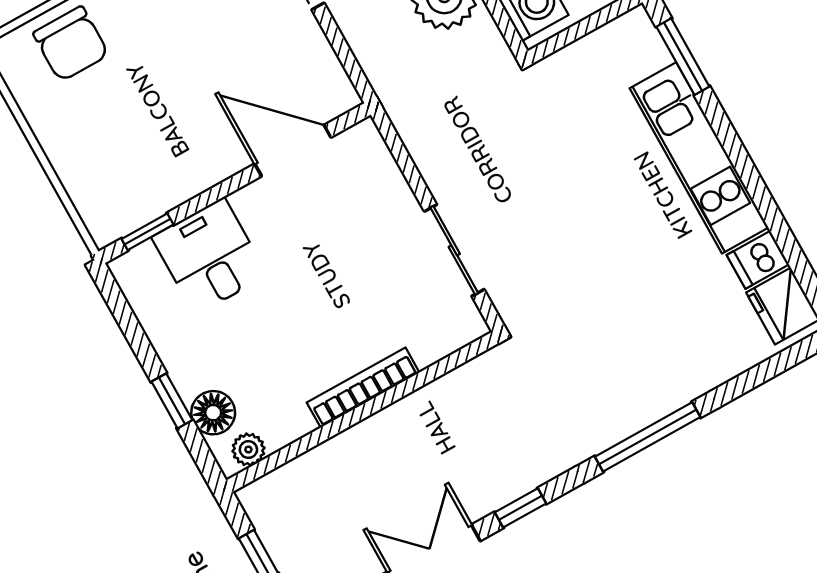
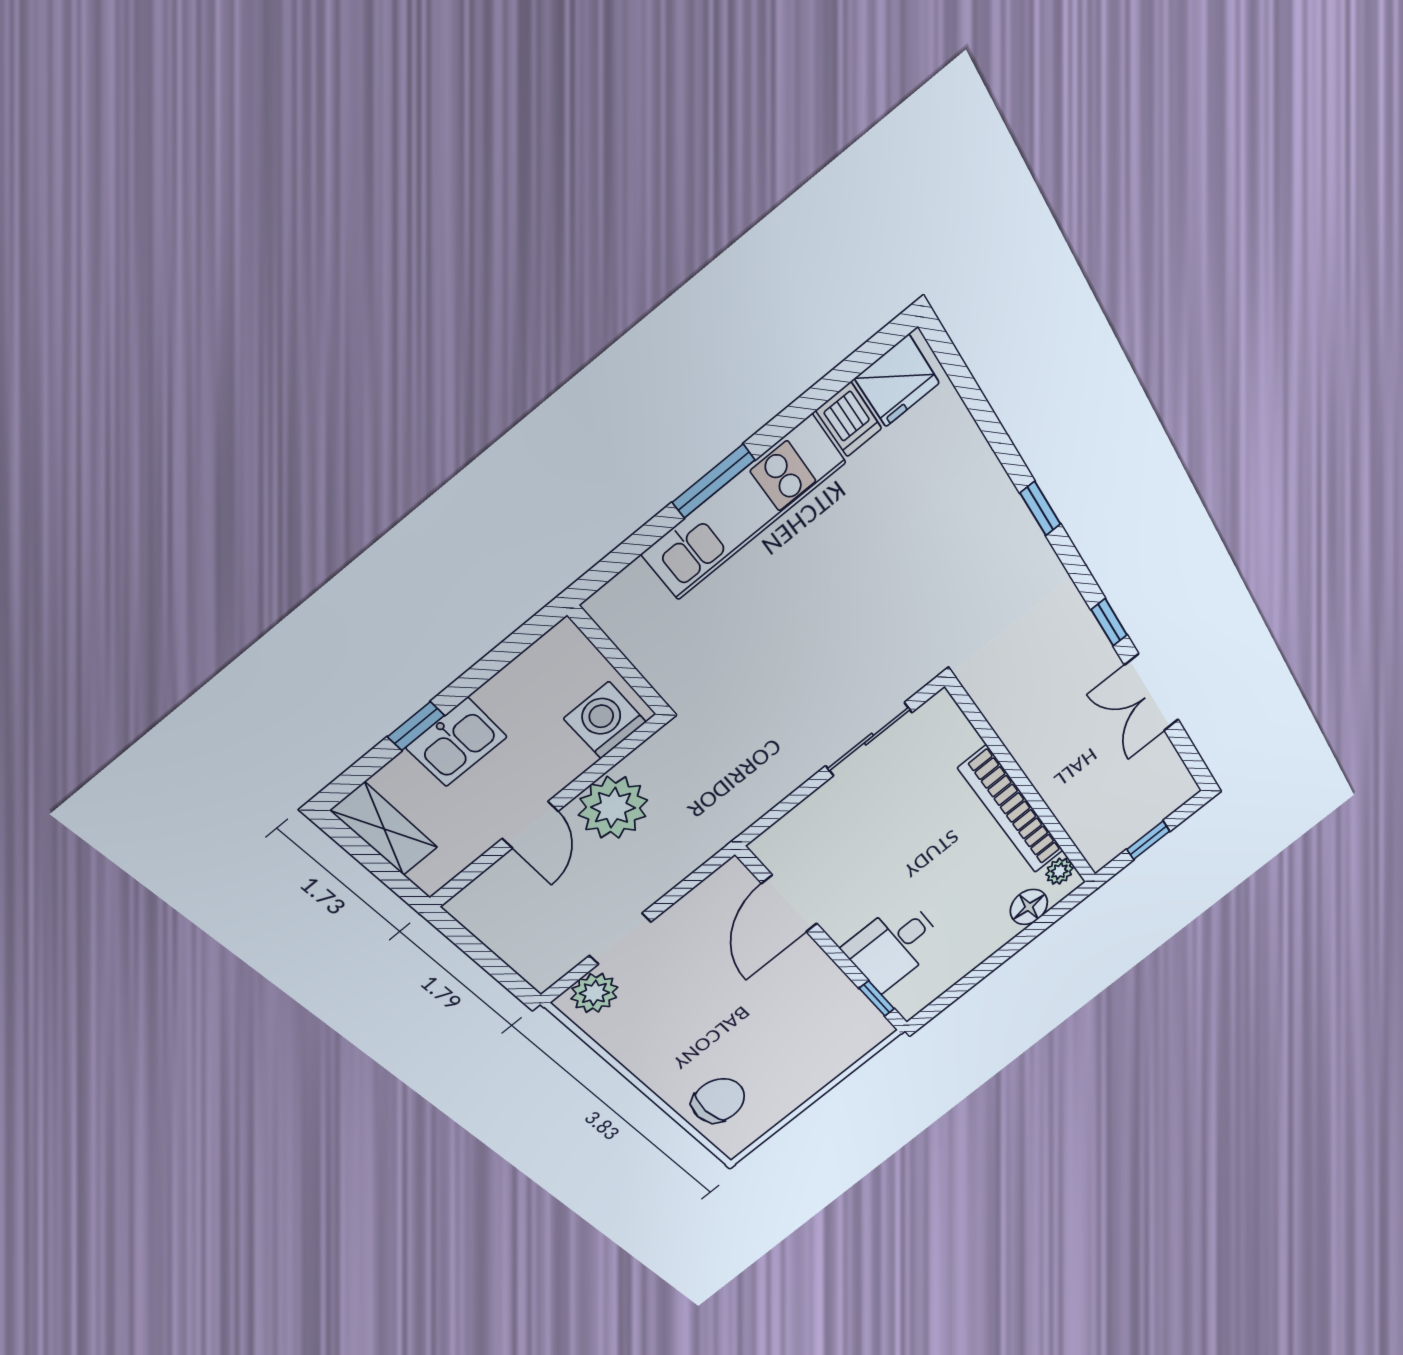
window: (683, 57) -> (714, 481), moved
bookcase: (363, 387) -> (1012, 810), width x1.48, depth x1.31
window: (172, 401) -> (1020, 941), removed
window: (648, 437) -> (1040, 509), width x0.46

